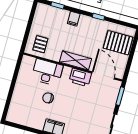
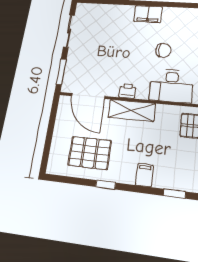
pallet: (118, 43) -> (90, 153), moved
printer: (80, 77) -> (127, 91), width x0.53, depth x0.68

